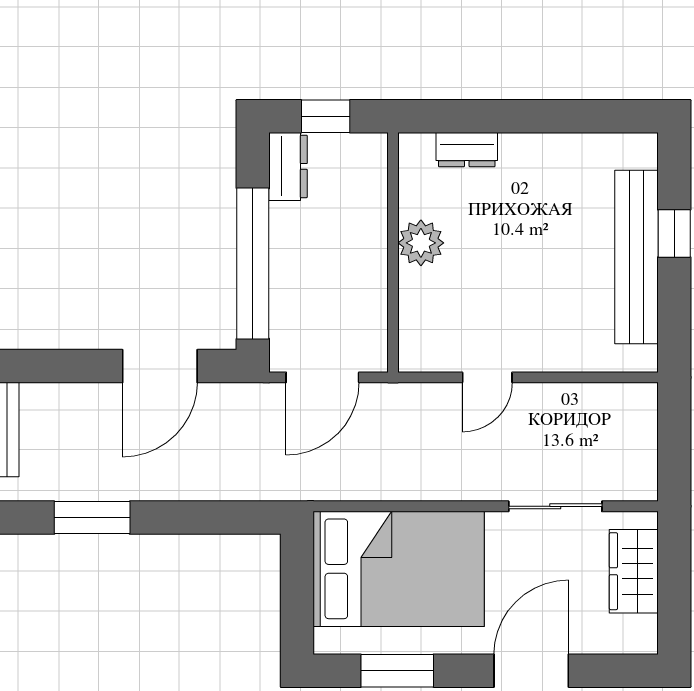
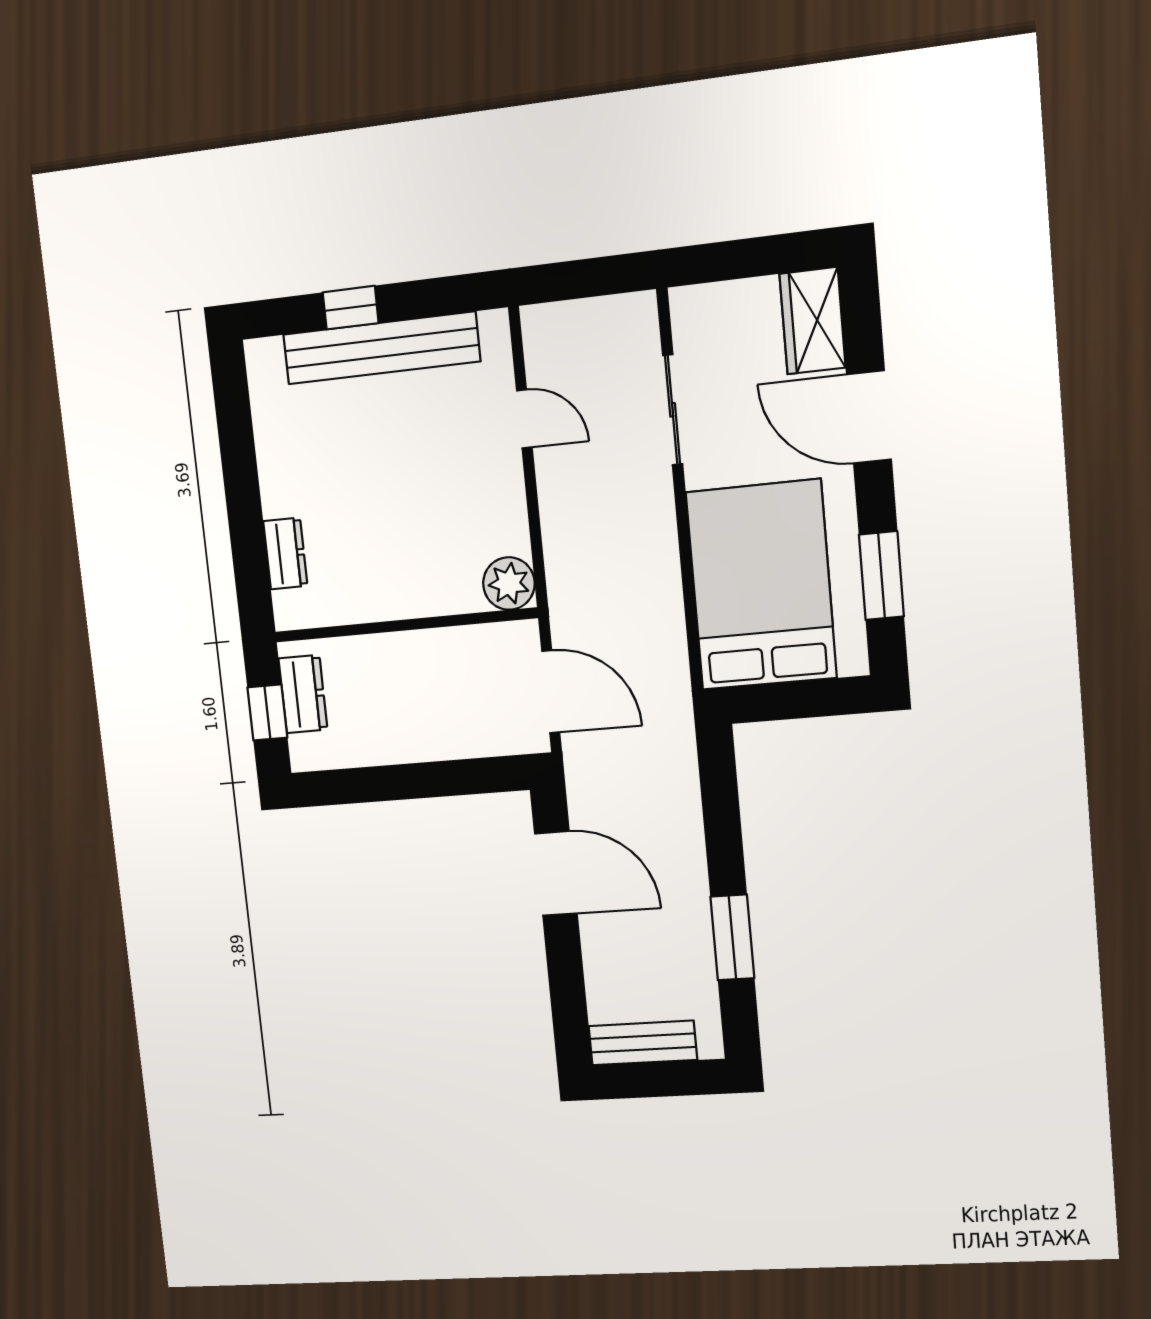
dresser: (288, 166) -> (303, 694), moved, turned 90
plant: (421, 243) -> (509, 583), moved
window: (253, 263) -> (433, 779), removed
door: (487, 377) -> (524, 419), moved
wardrobe: (634, 571) -> (812, 321), moved, turned 90

